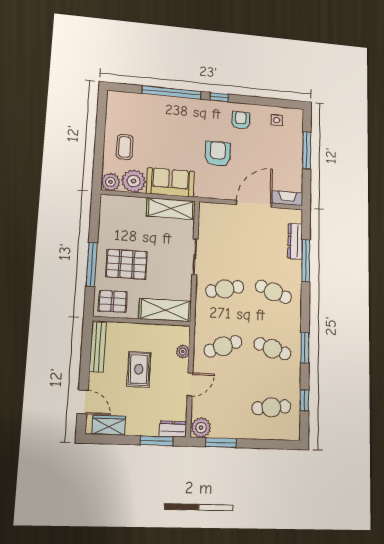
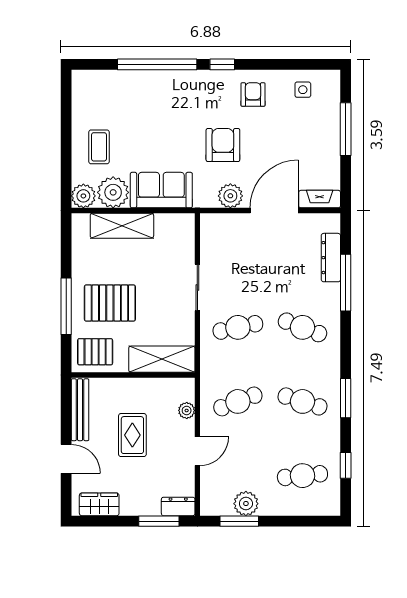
plant: (222, 191) -> (230, 196), added
shelving: (171, 209) -> (122, 226), moved
door: (83, 402) -> (66, 459), moved
plant: (201, 428) -> (246, 504), moved

